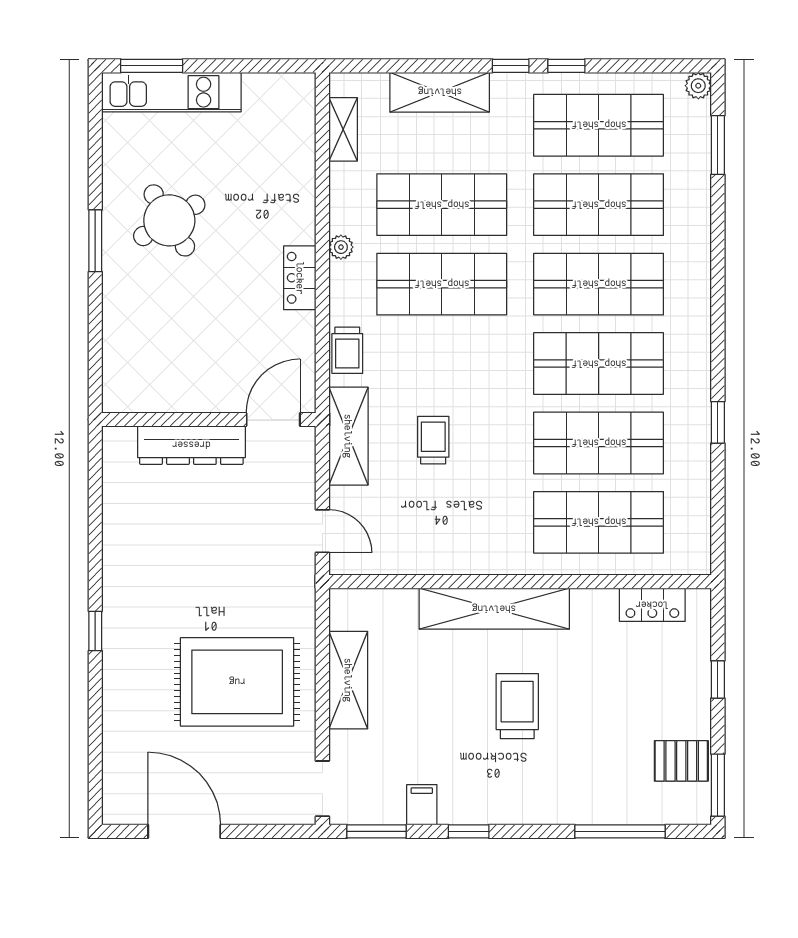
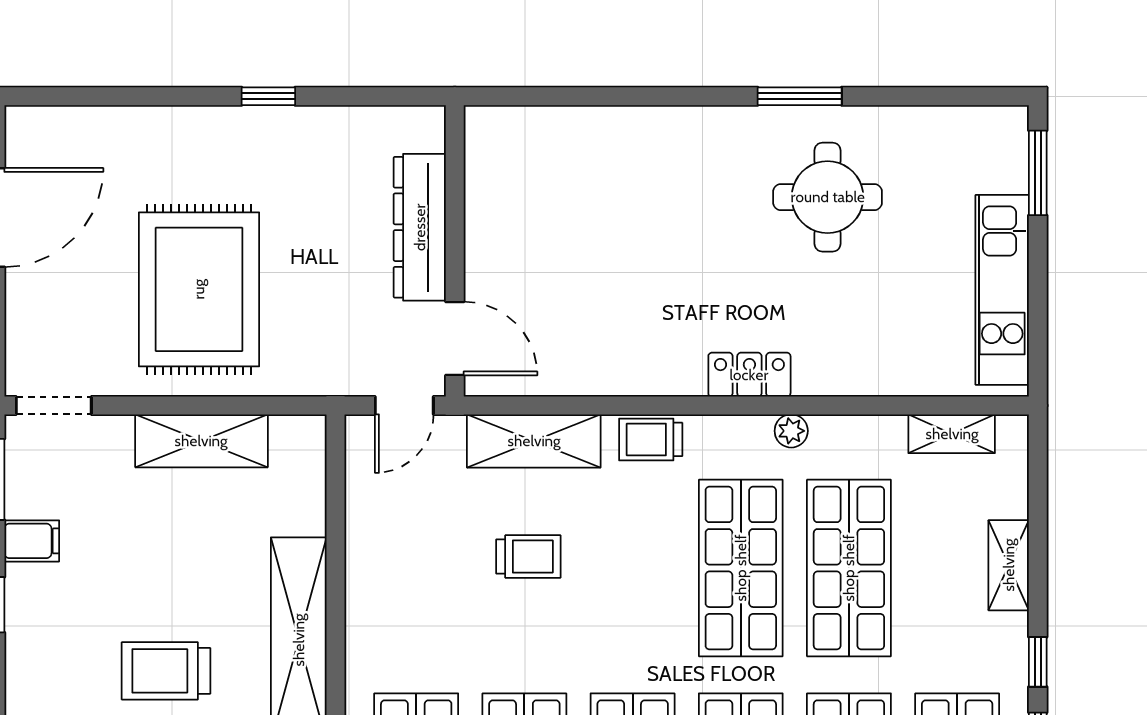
kitchen unit: (171, 92) -> (1002, 290), moved
shelving: (440, 92) -> (1009, 565), width x0.67, depth x0.75
round table: (169, 220) -> (828, 197), turned 31
wall: (209, 420) -> (455, 251), moved
door: (273, 420) -> (455, 339), moved
dresser: (191, 445) -> (420, 227), moved
trolley: (517, 706) -> (166, 671), turned 180

